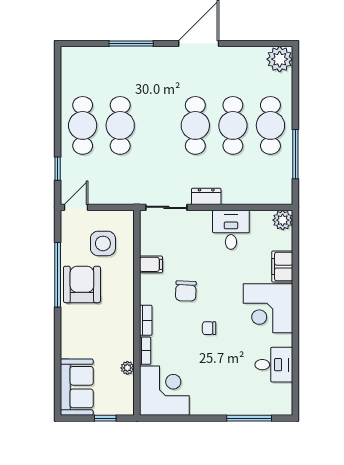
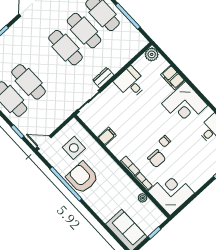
door: (76, 207) -> (44, 142), hinge flipped
chair: (186, 291) -> (157, 159), moved

